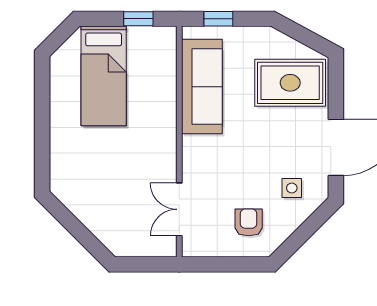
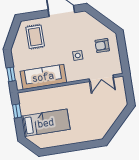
rug: (290, 83) -> (35, 37), width x0.73, depth x0.70
side table: (292, 188) -> (78, 55), moved

